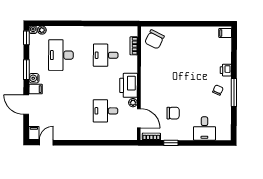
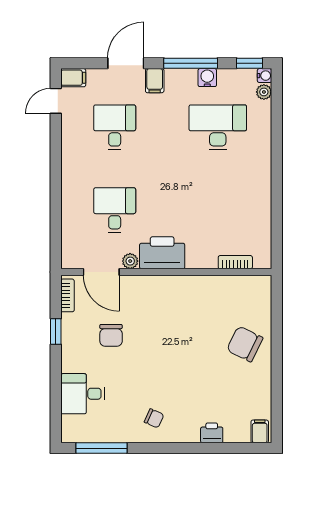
chair: (154, 39) -> (245, 344), moved
desk: (106, 55) -> (115, 127), moved
window: (26, 70) -> (191, 63), width x1.44
printer: (226, 70) -> (212, 433), moved
water cooler: (34, 78) -> (207, 78), moved
window: (234, 92) -> (102, 448), moved
door: (139, 118) -> (101, 272), hinge flipped
door: (46, 142) -> (56, 101), swing flipped

